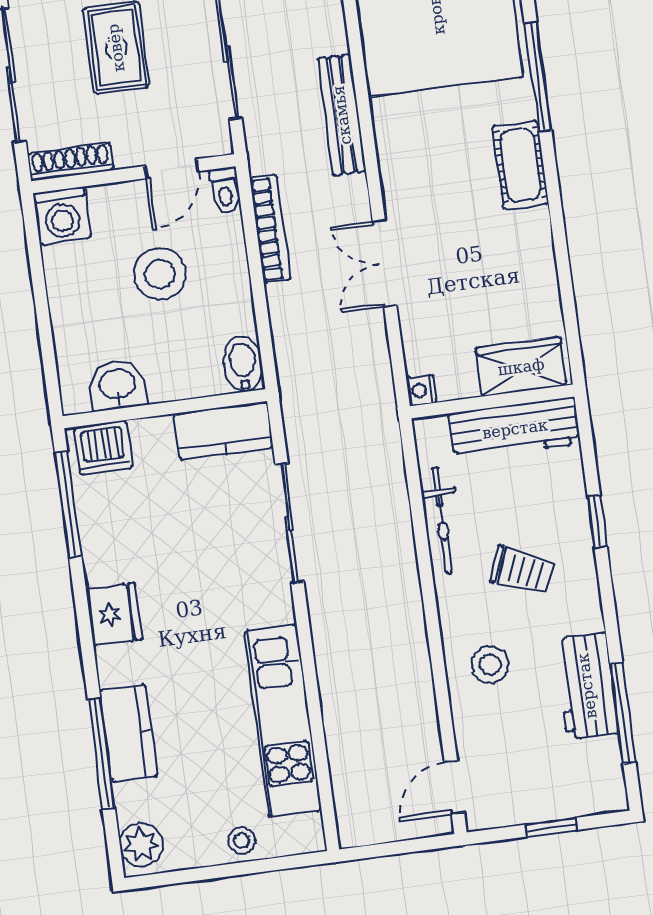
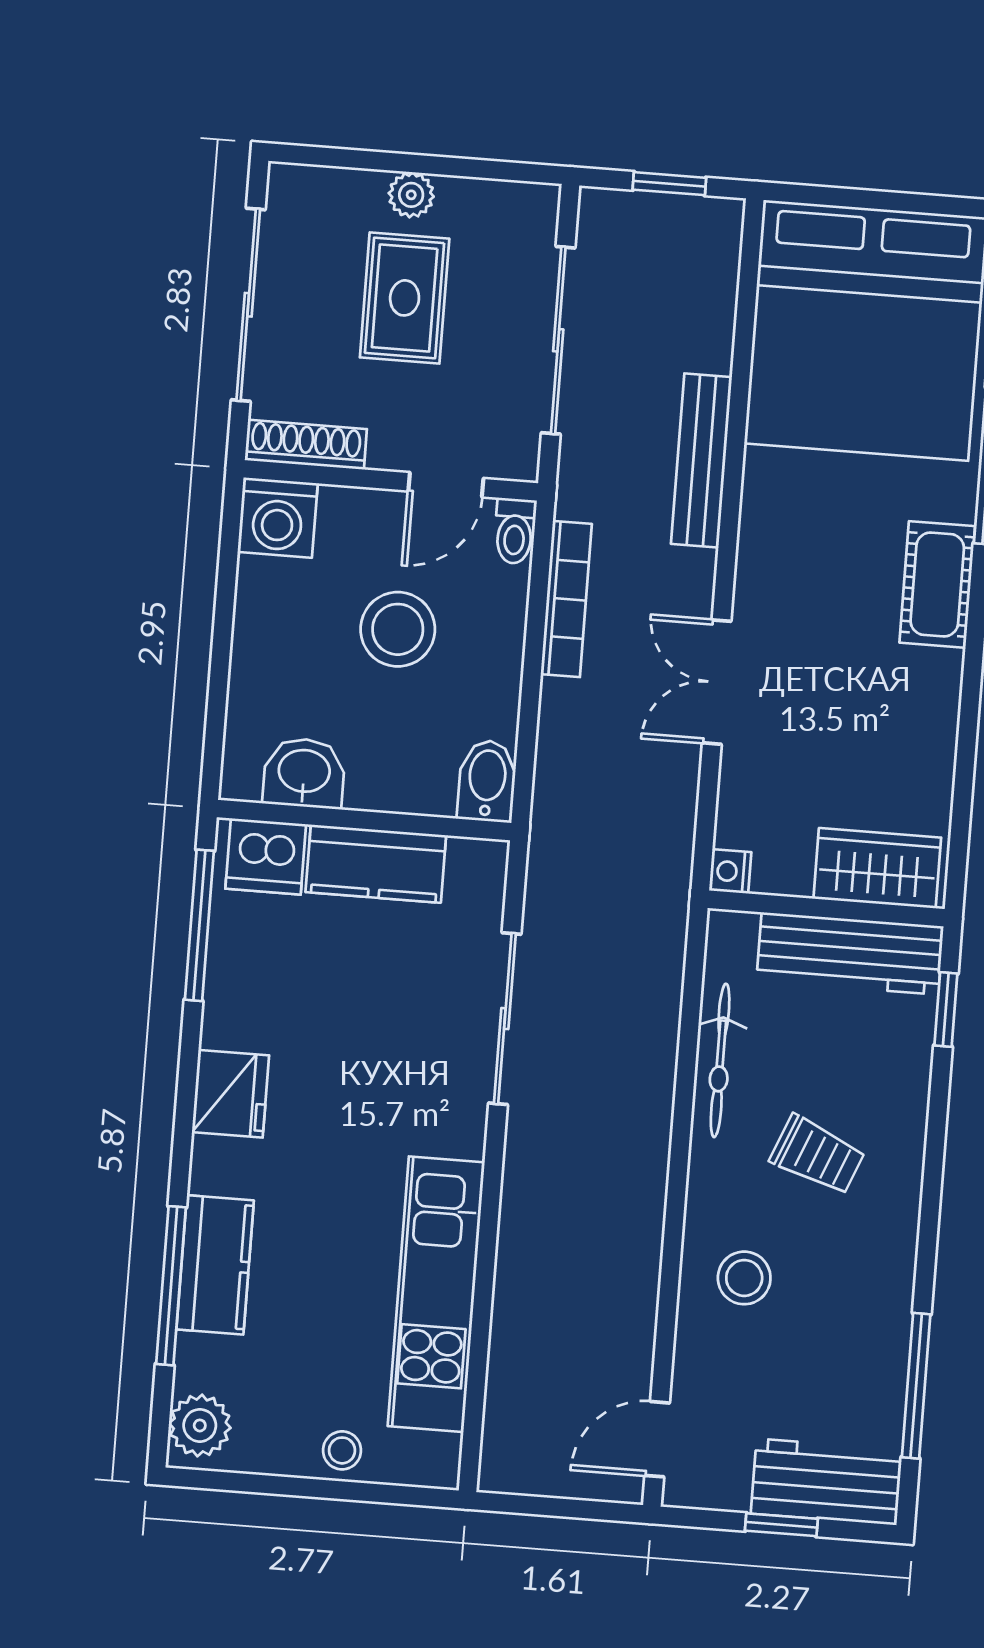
kitchen counter: (223, 431) -> (376, 864), moved
window: (597, 522) -> (946, 1010), moved
workbench: (587, 686) -> (827, 1482), moved, turned 90

